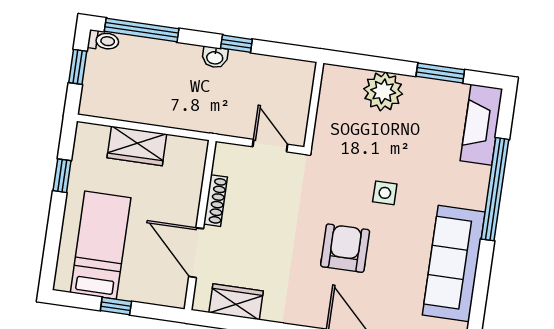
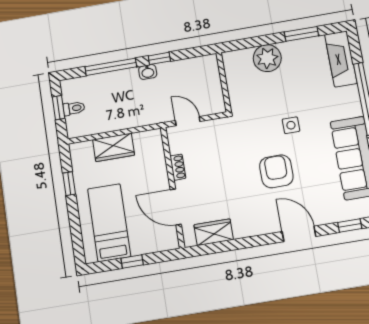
window: (142, 30) -> (111, 67), moved
toilet: (103, 41) -> (74, 108), moved
door: (270, 146) -> (188, 121), moved
shoe rack: (215, 201) -> (178, 167), width x0.70

